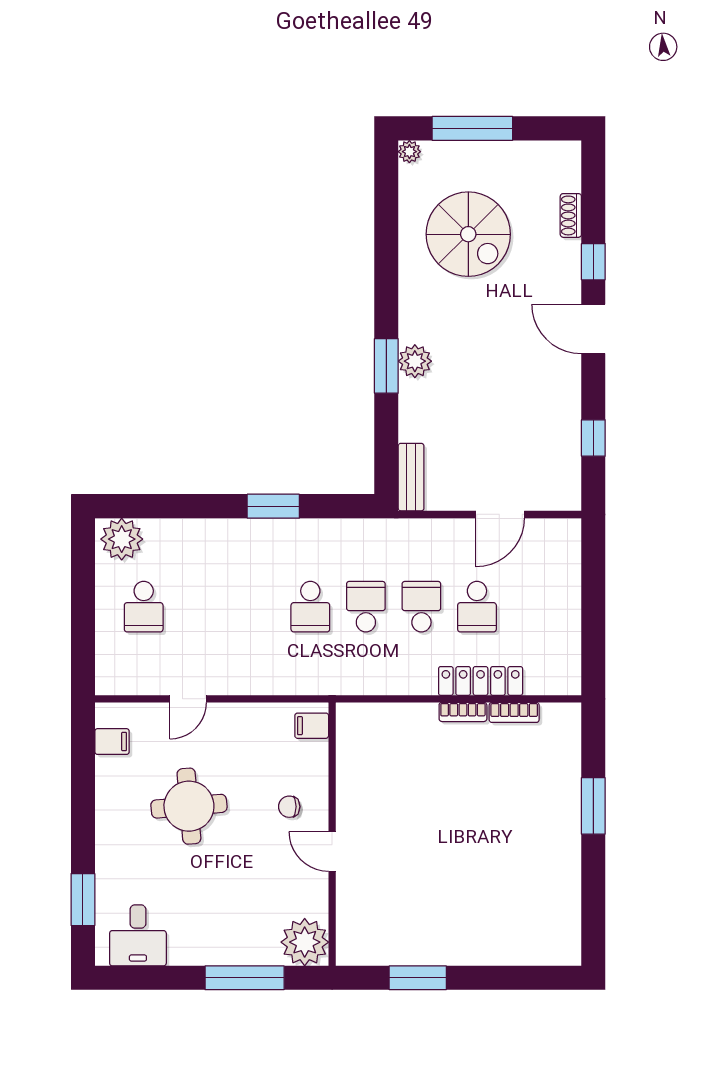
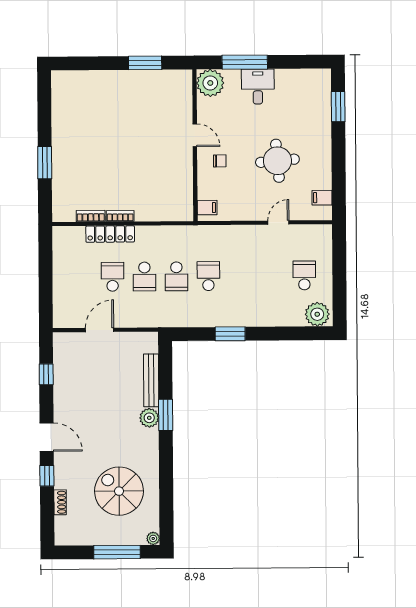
bench: (411, 477) -> (151, 380), moved, width x1.36
desk: (138, 935) -> (258, 86), moved

